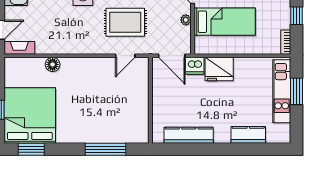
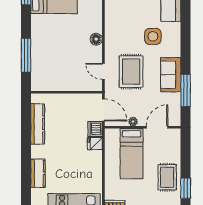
door: (172, 56) -> (103, 110), swing flipped
floor lamp: (53, 64) -> (96, 39), moved
fridge: (219, 69) -> (95, 144), width x0.53, depth x0.75

